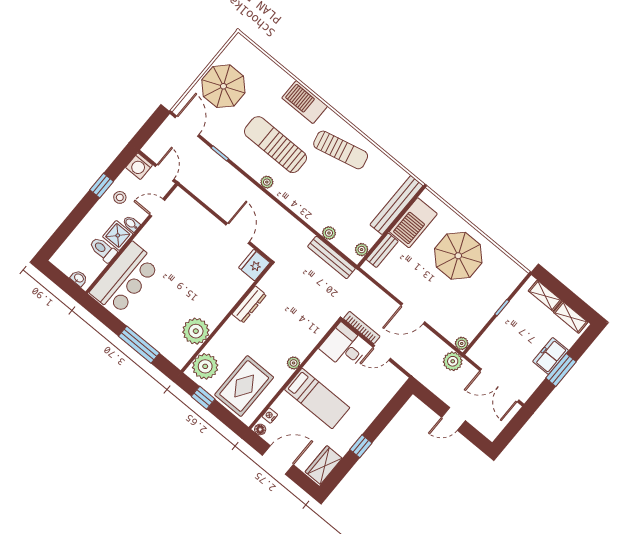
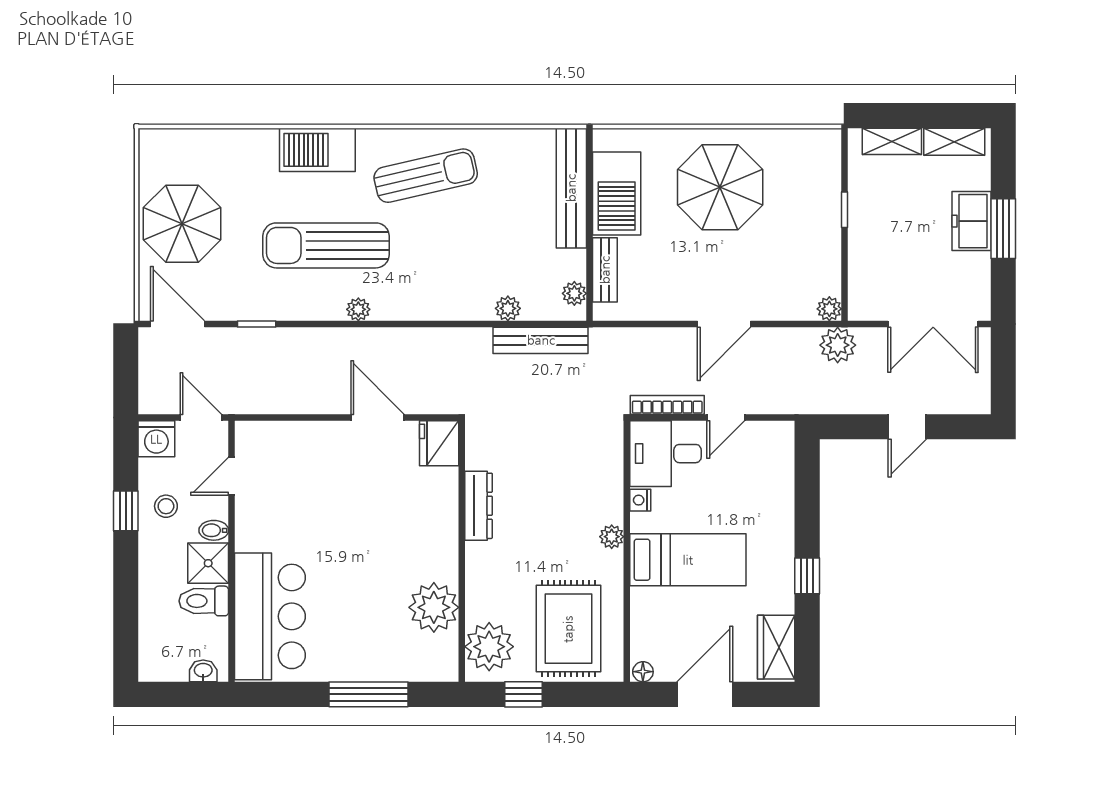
nightstand: (270, 416) -> (640, 500), moved

